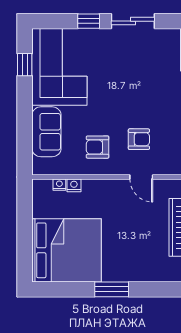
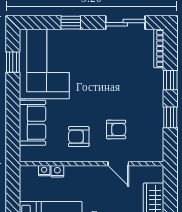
sliding door: (133, 21) -> (125, 23), moved

